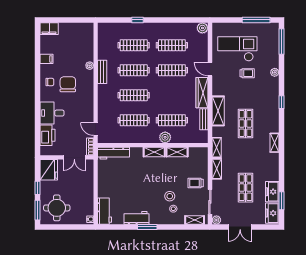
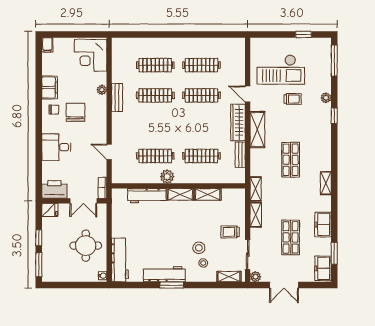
window: (138, 20) -> (160, 34), removed
window: (256, 20) -> (303, 34), width x0.46
plant: (202, 28) -> (238, 44), removed
filing cabinet: (49, 29) -> (47, 45), width x0.50
corner desk: (80, 37) -> (91, 55), added
checkout: (237, 49) -> (281, 70), turned 180
filing cabinet: (46, 59) -> (50, 87), width x2.00
clothes rail: (134, 95) -> (155, 126), removed
window: (282, 102) -> (334, 116), moved
shelving: (218, 111) -> (257, 130), moved
door: (96, 129) -> (109, 152), moved
printer: (47, 135) -> (54, 189), moved, turned -90
plant: (165, 137) -> (167, 177), moved
workbench: (114, 153) -> (147, 196), moved
fridge: (49, 170) -> (50, 210), width x0.53, depth x0.75
freezer: (272, 192) -> (323, 225), moved
round table: (57, 208) -> (86, 246), moved
workbench: (105, 211) -> (120, 260), width x1.38
workbench: (136, 218) -> (164, 274), width x1.38

